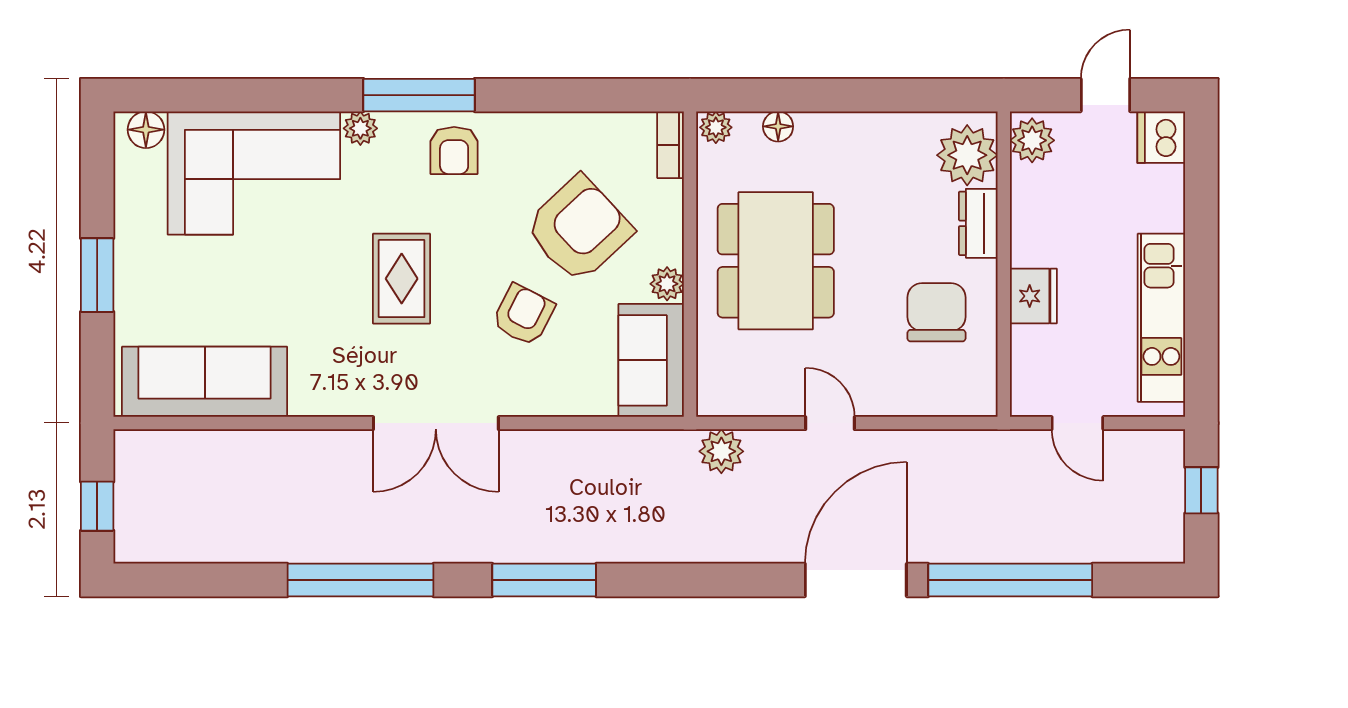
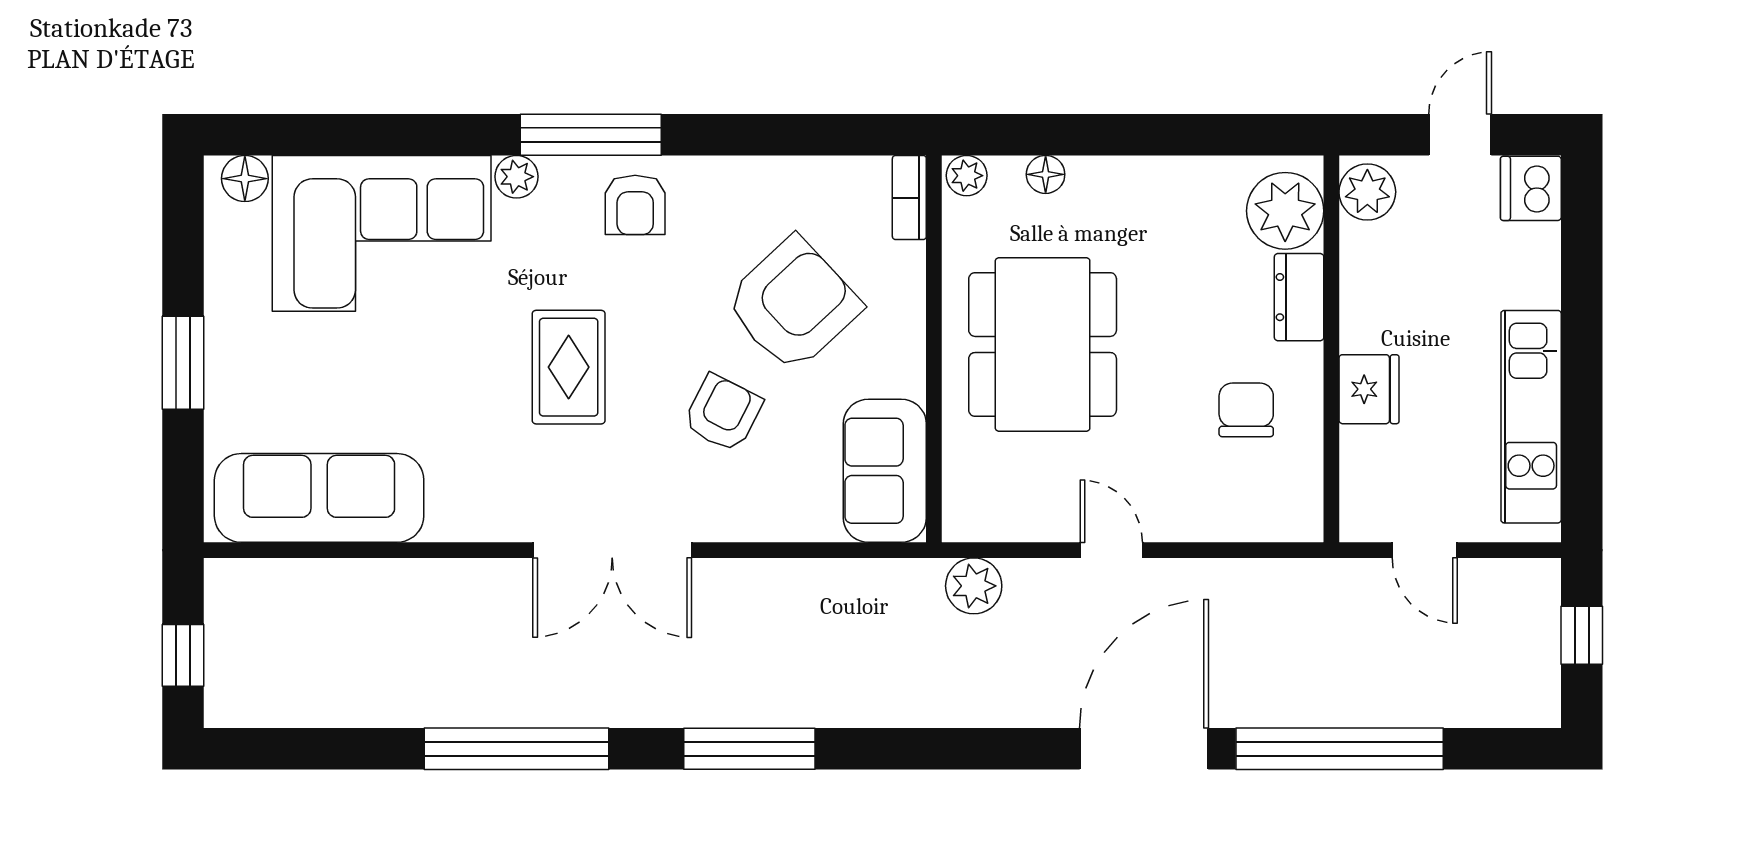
plant: (667, 284) -> (905, 374), removed
chair: (936, 312) -> (1246, 410), width x0.73, depth x0.73

